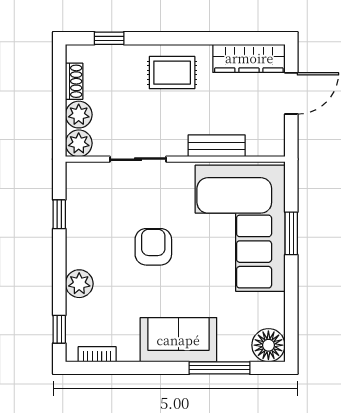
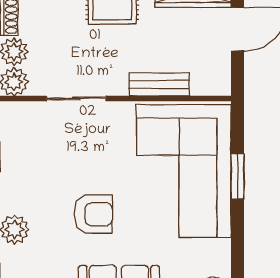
armchair: (153, 247) -> (93, 214), moved, turned 90

